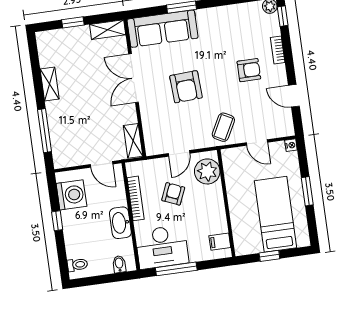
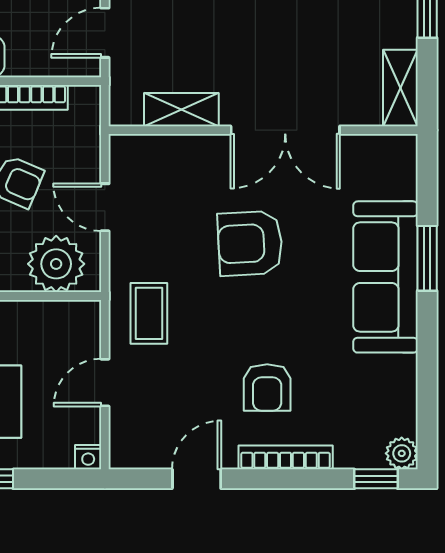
sofa: (163, 29) -> (386, 277), moved
bookcase: (278, 50) -> (286, 457), width x1.56
double door: (134, 78) -> (285, 130), swing flipped
coffee table: (223, 127) -> (149, 313), turned 62
shelving: (133, 141) -> (181, 110), moved

